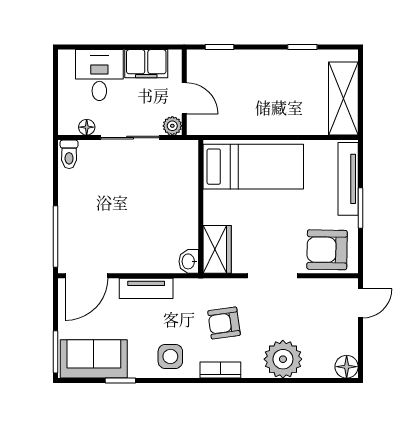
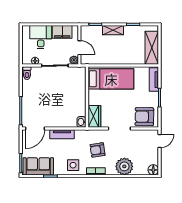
shelving: (258, 60) -> (113, 30), added
tv unit: (348, 179) -> (154, 80), width x0.71

